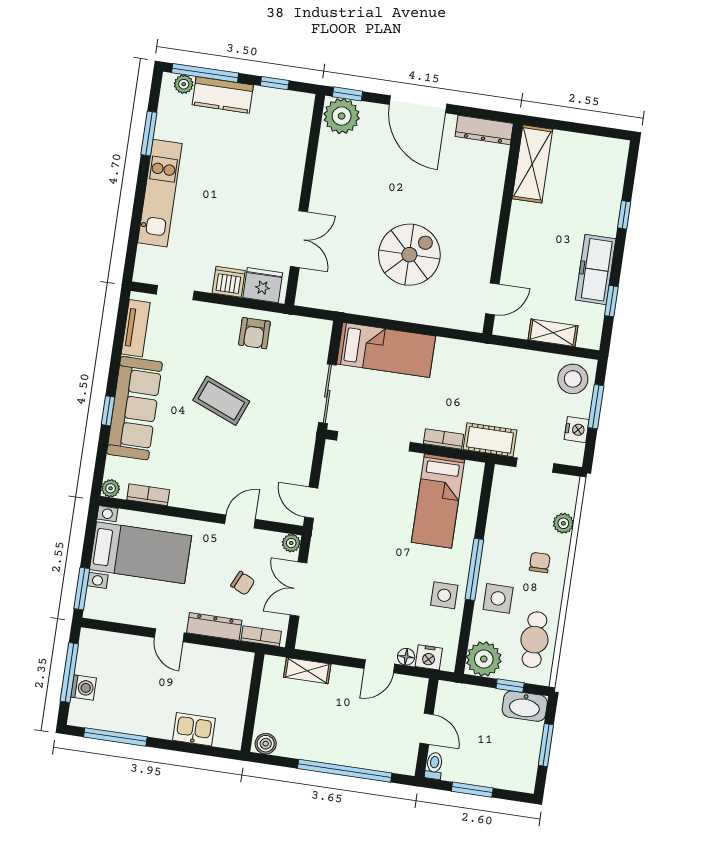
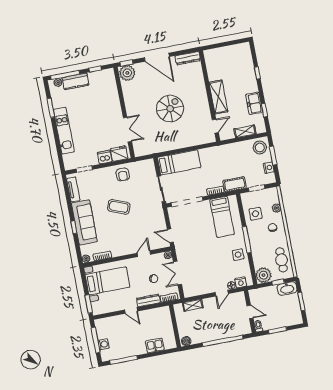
shelving: (532, 164) -> (218, 97), moved
spiral stairs: (409, 255) -> (170, 109), moved
freezer: (596, 269) -> (254, 103), width x0.71
side table: (498, 598) -> (255, 214), moved

